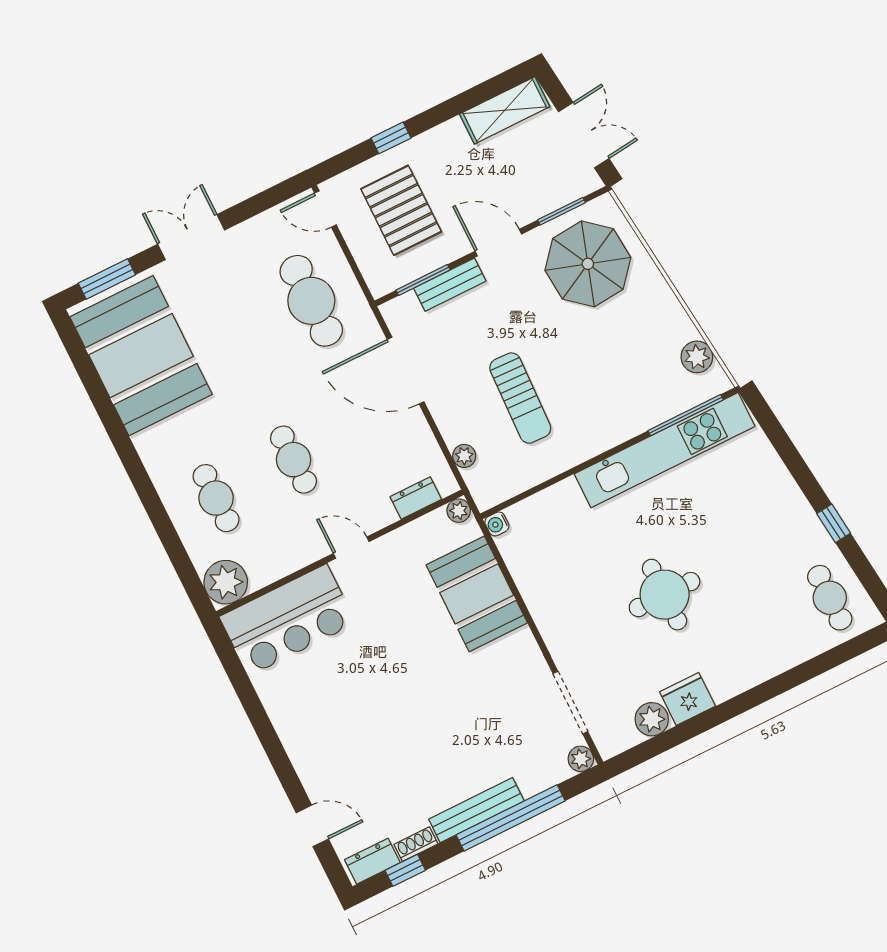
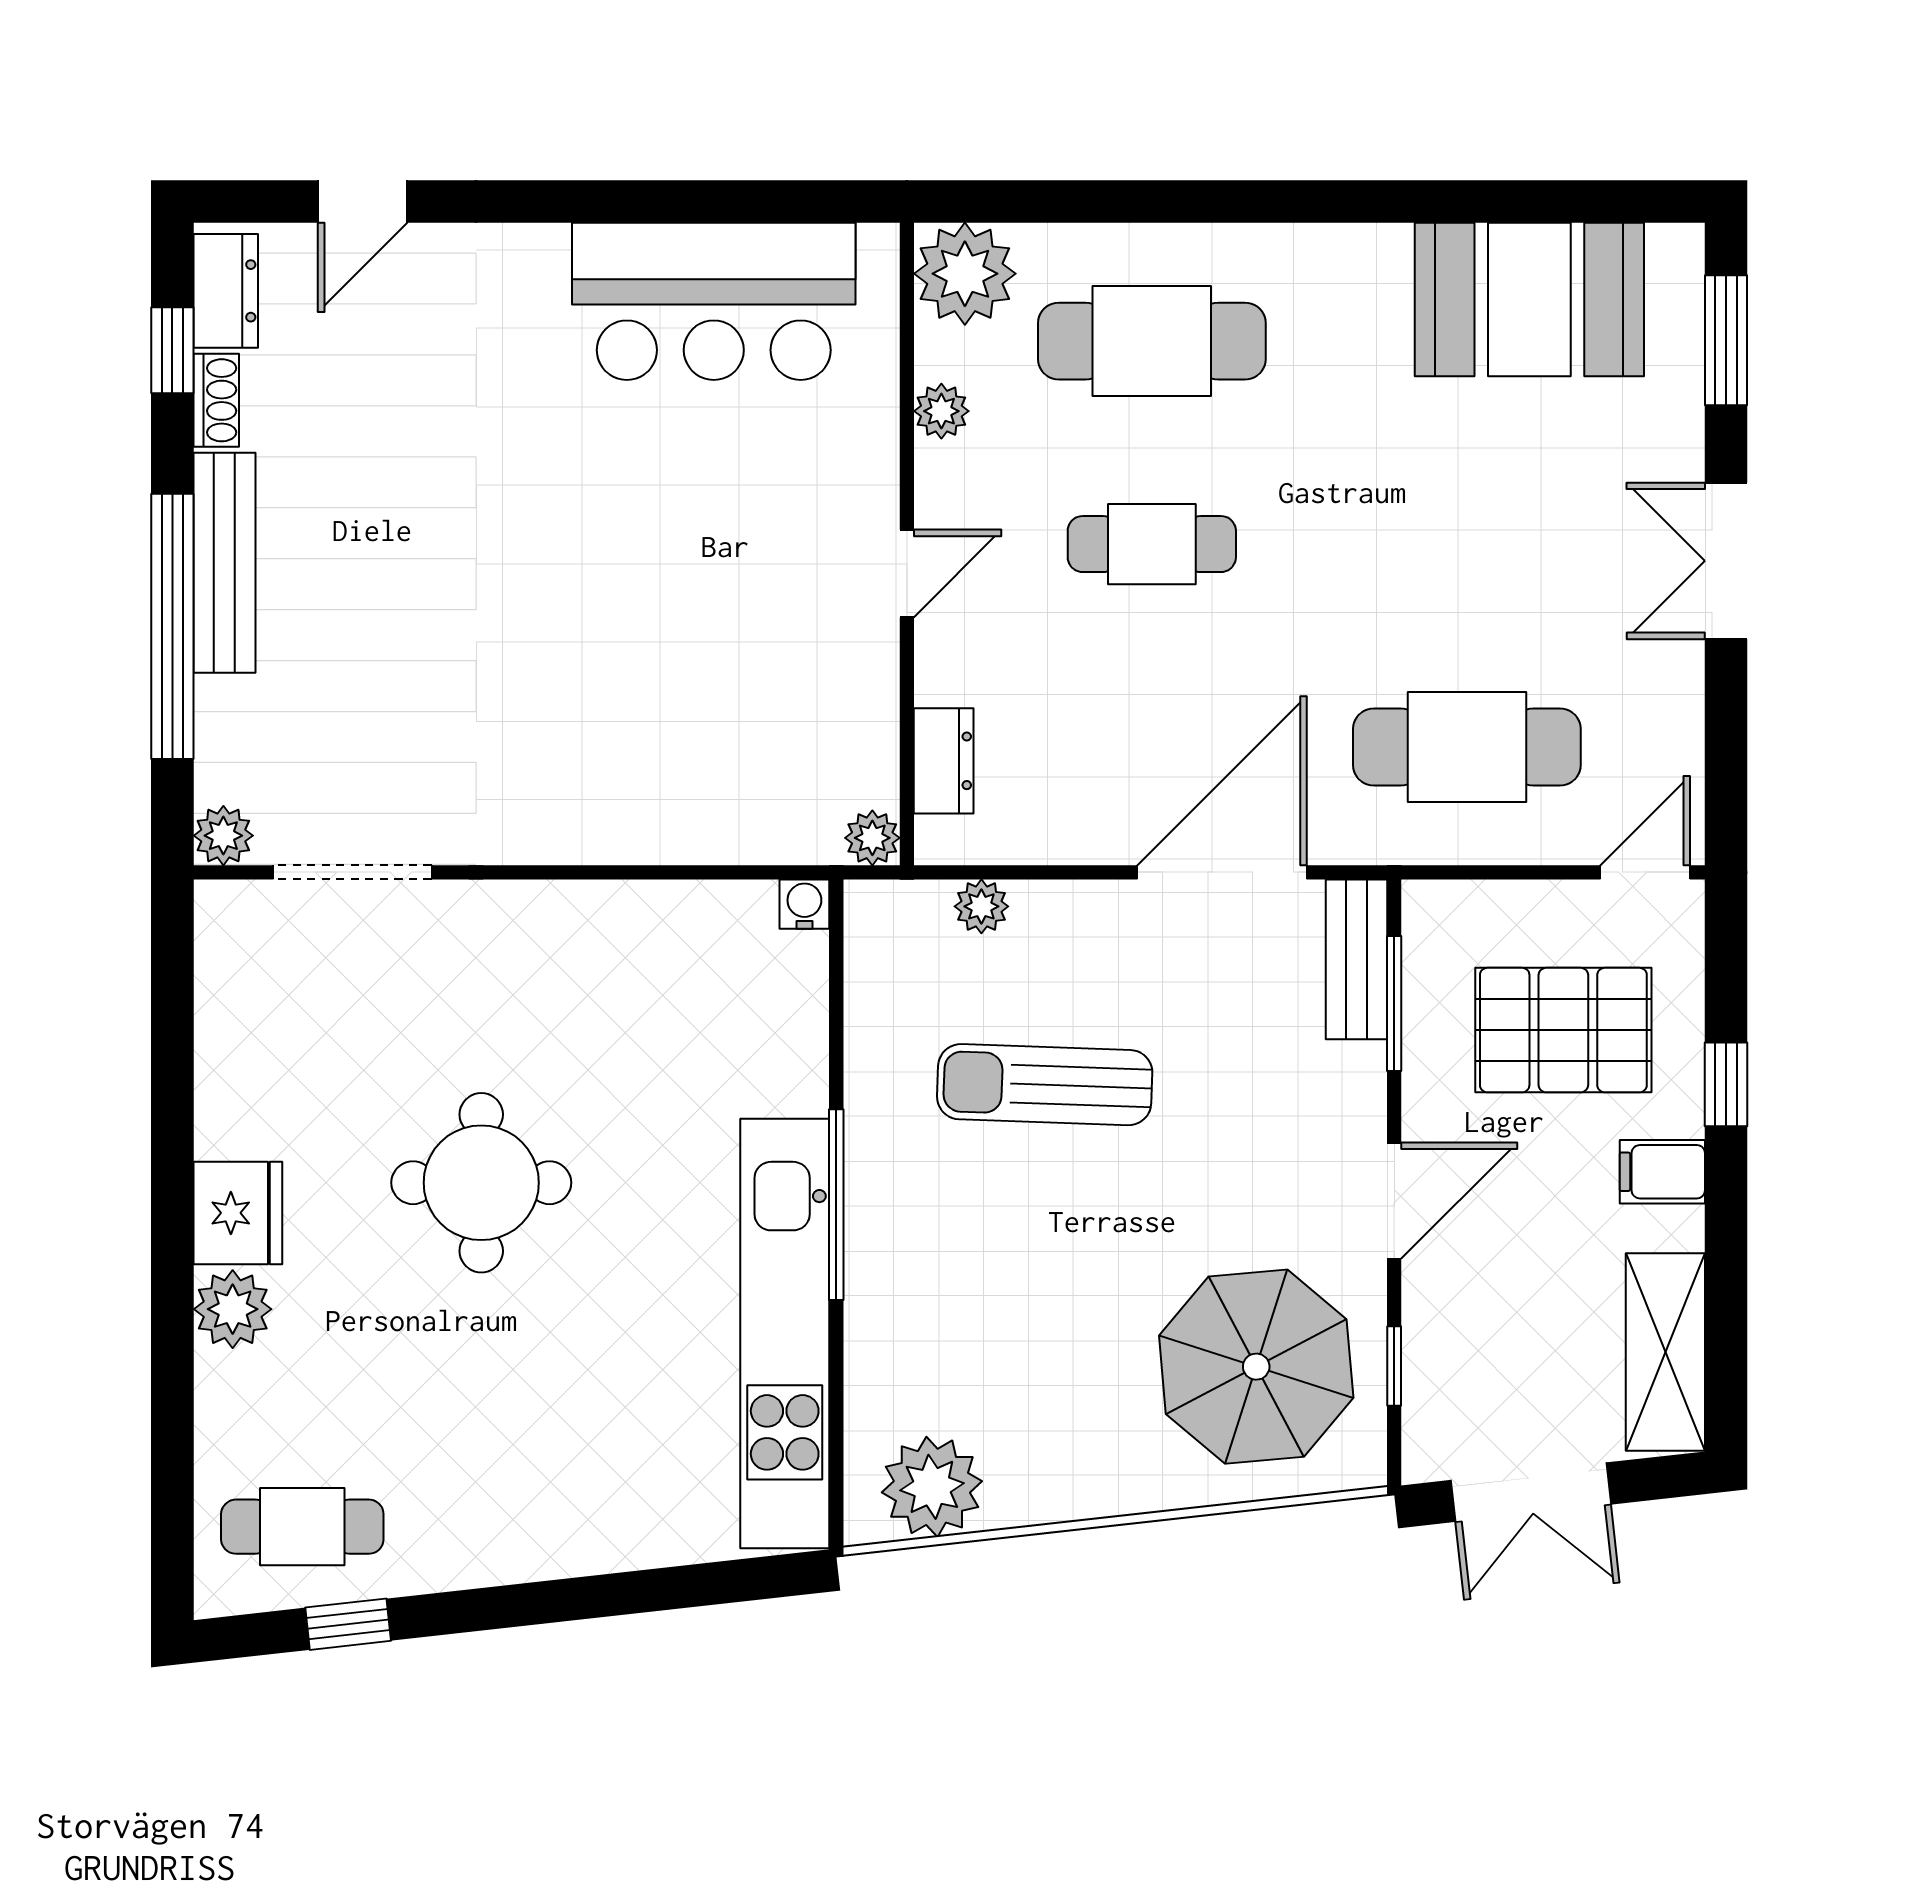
filing cabinet: (436, 146) -> (1662, 1172), added
window: (561, 211) -> (1394, 1366), width x0.67
double door: (191, 237) -> (1726, 561), swing flipped
bench: (450, 285) -> (1356, 959), moved
booth: (141, 356) -> (1529, 300), width x0.73, depth x0.70
plant: (697, 357) -> (932, 1487), width x1.36, depth x1.36
window: (686, 415) -> (836, 1205), moved
cafe table: (216, 498) -> (1152, 341), width x1.37, depth x1.35
window: (834, 523) -> (348, 1624), moved
plant: (283, 565) -> (941, 411), added
booth: (477, 594) -> (679, 789), removed
bar counter: (288, 620) -> (714, 301), moved, turned -90
fridge: (687, 699) -> (238, 1213), moved
plant: (652, 719) -> (233, 1309), moved

